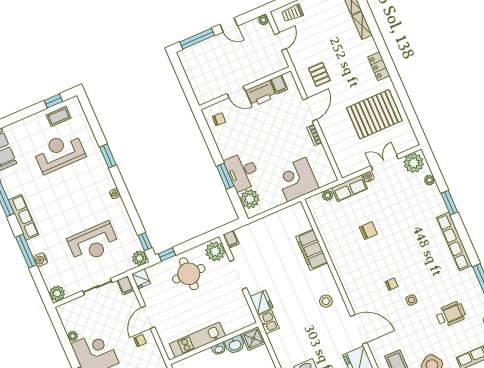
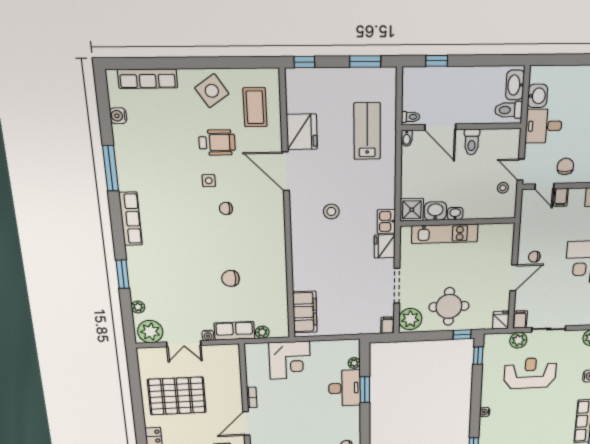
plant: (250, 199) -> (354, 363), width x0.53, depth x0.53
row of seats: (454, 242) -> (131, 219), width x0.73
filing cabinet: (312, 250) -> (305, 312), moved
plant: (140, 258) -> (518, 340), moved
stool: (326, 301) -> (331, 211), moved
wheelchair: (451, 314) -> (217, 143), moved, turned 180
kitchen unit: (197, 340) -> (445, 234), moved

